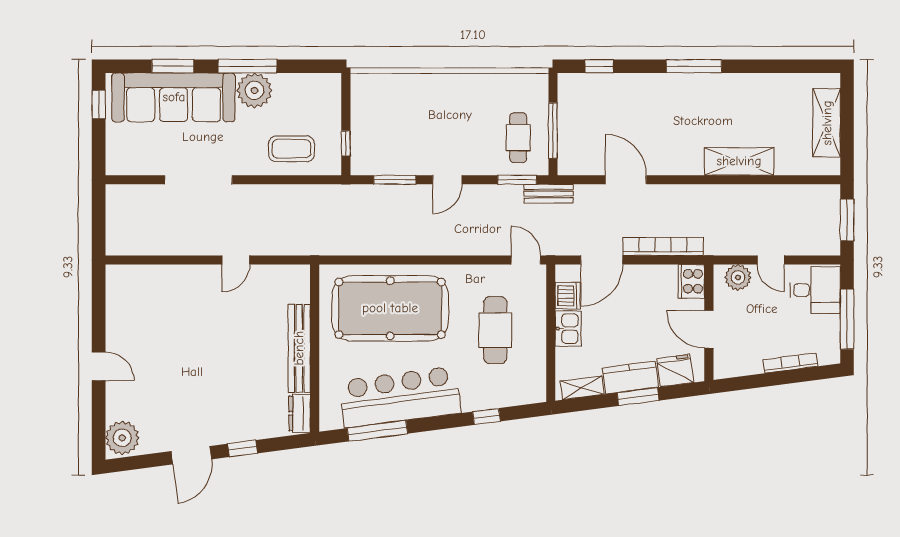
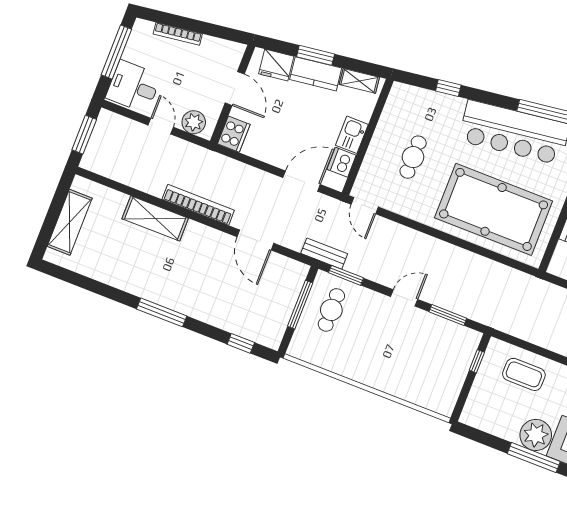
bookcase: (663, 246) -> (198, 205), moved, turned 180
cafe table: (495, 330) -> (413, 157), width x0.73, depth x0.74

